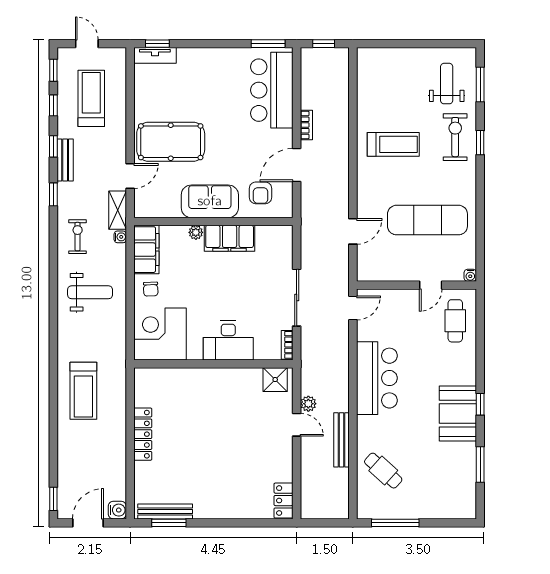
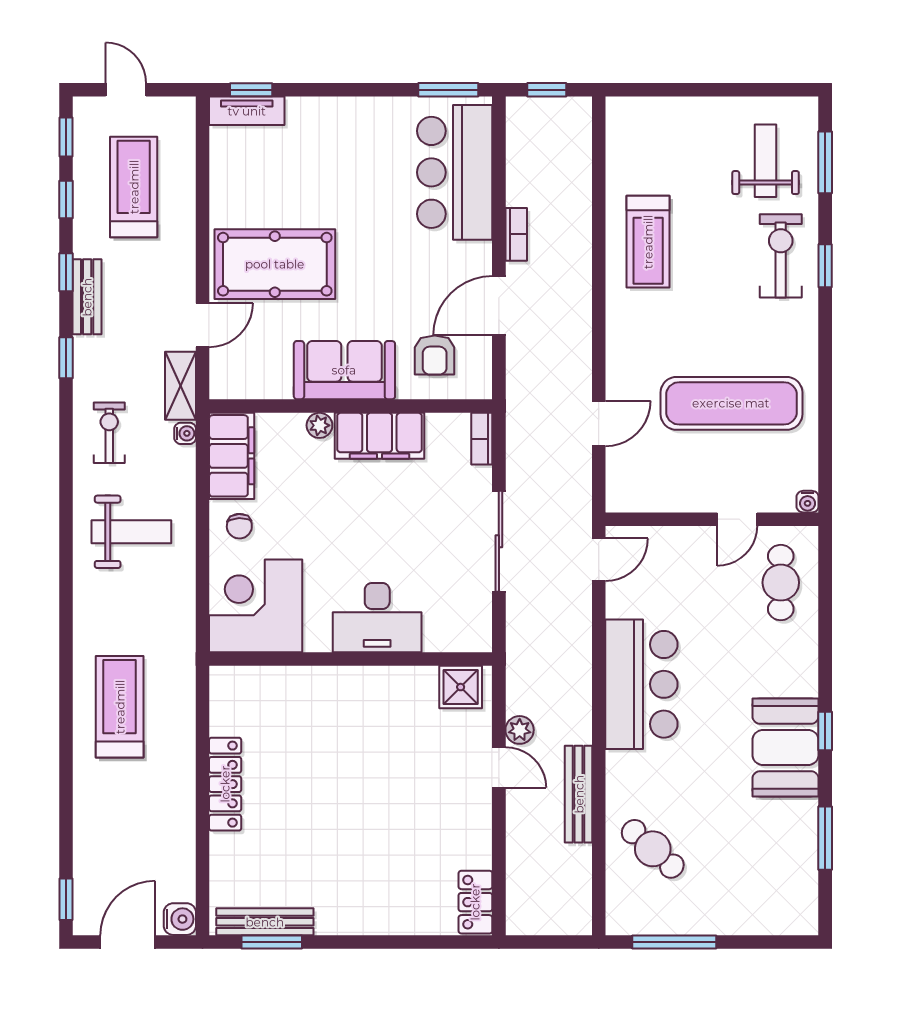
treadmill: (393, 144) -> (648, 242), moved, turned 90
bookcase: (287, 345) -> (482, 439), moved
treadmill: (83, 391) -> (120, 707), turned 180

